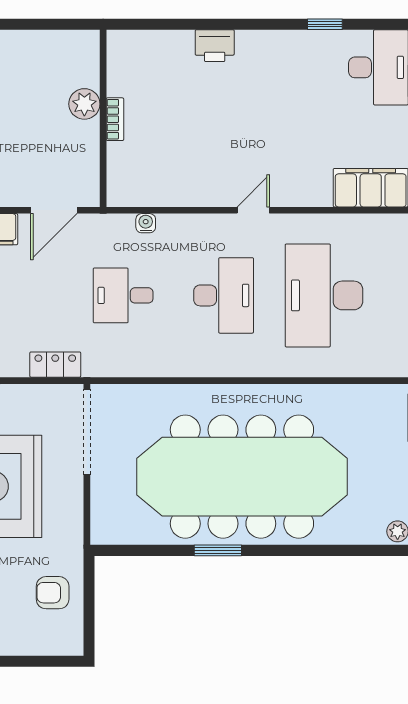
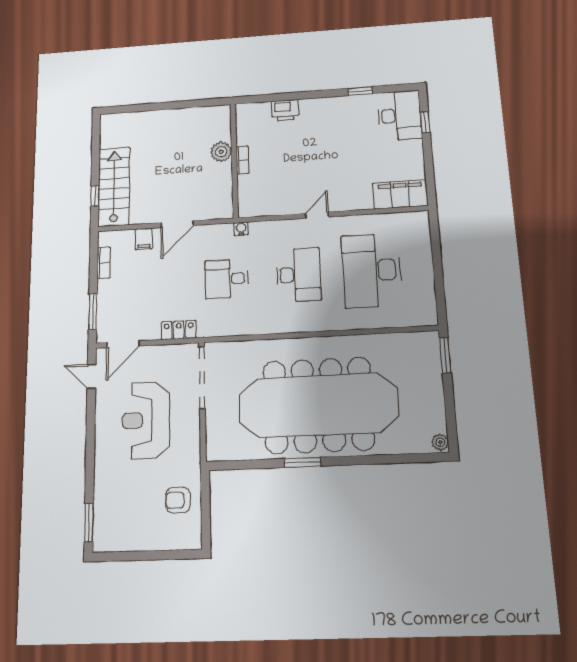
plant: (84, 104) -> (221, 152), moved
wall: (103, 118) -> (234, 160), moved
bookcase: (115, 119) -> (242, 160), moved

